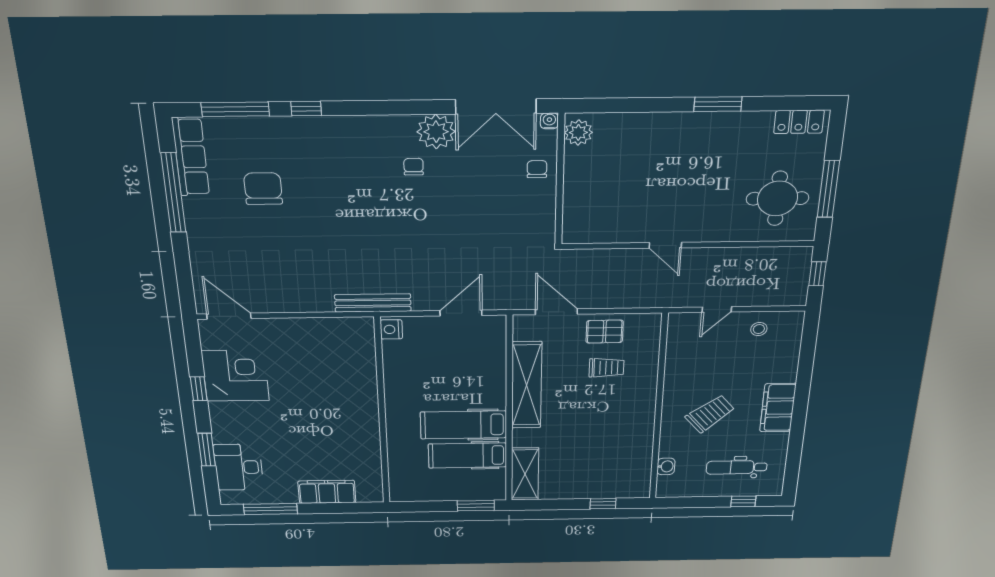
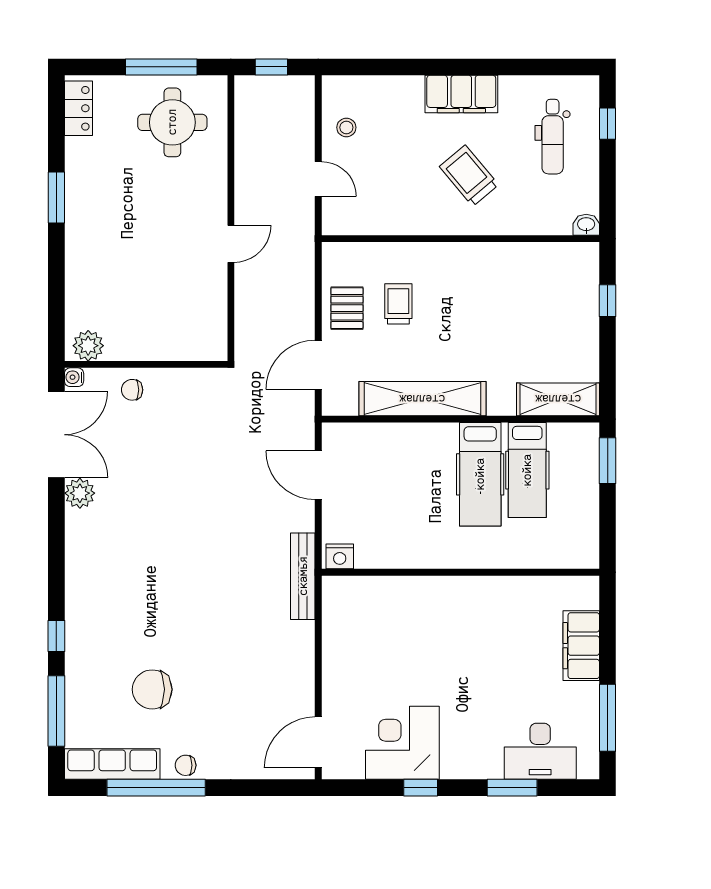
plant: (436, 132) -> (80, 493), width x0.73, depth x0.73
chair: (414, 167) -> (186, 765), moved
washbasin: (666, 466) -> (586, 225), moved

